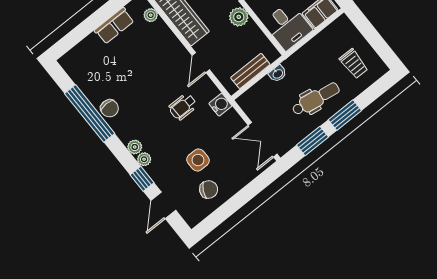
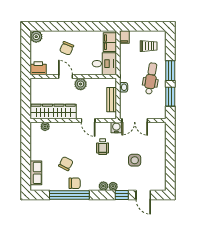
filing cabinet: (341, 24) -> (124, 37), added
row of seats: (114, 26) -> (36, 173), moved
double door: (263, 140) -> (135, 121), moved
chair: (209, 190) -> (66, 164), moved

